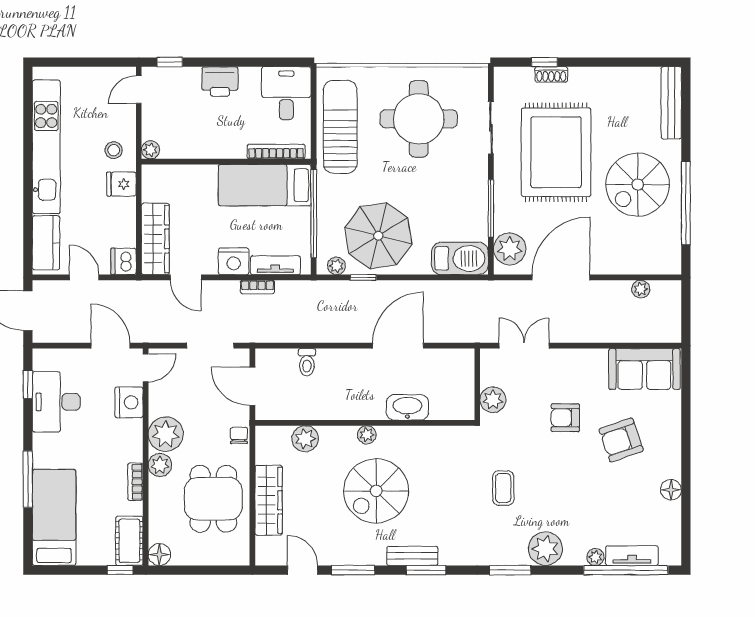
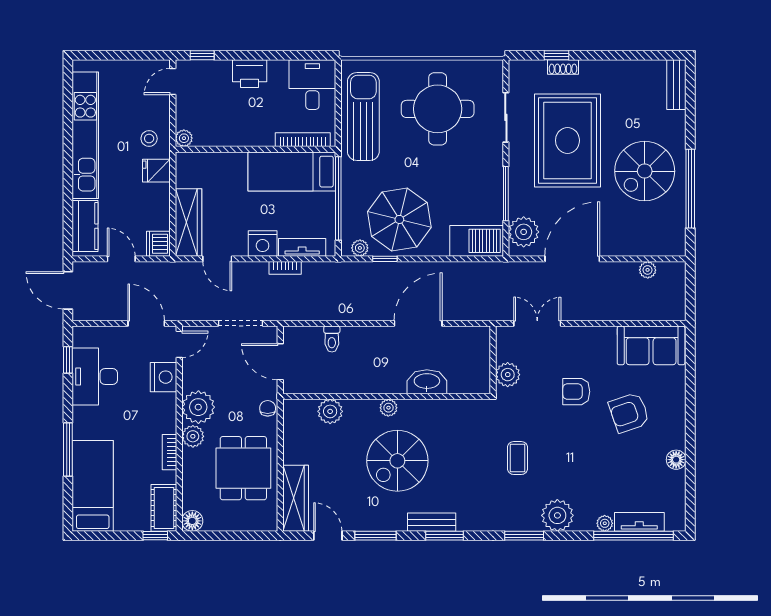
bench: (671, 103) -> (676, 85), width x0.73
wardrobe: (269, 500) -> (296, 498), moved

